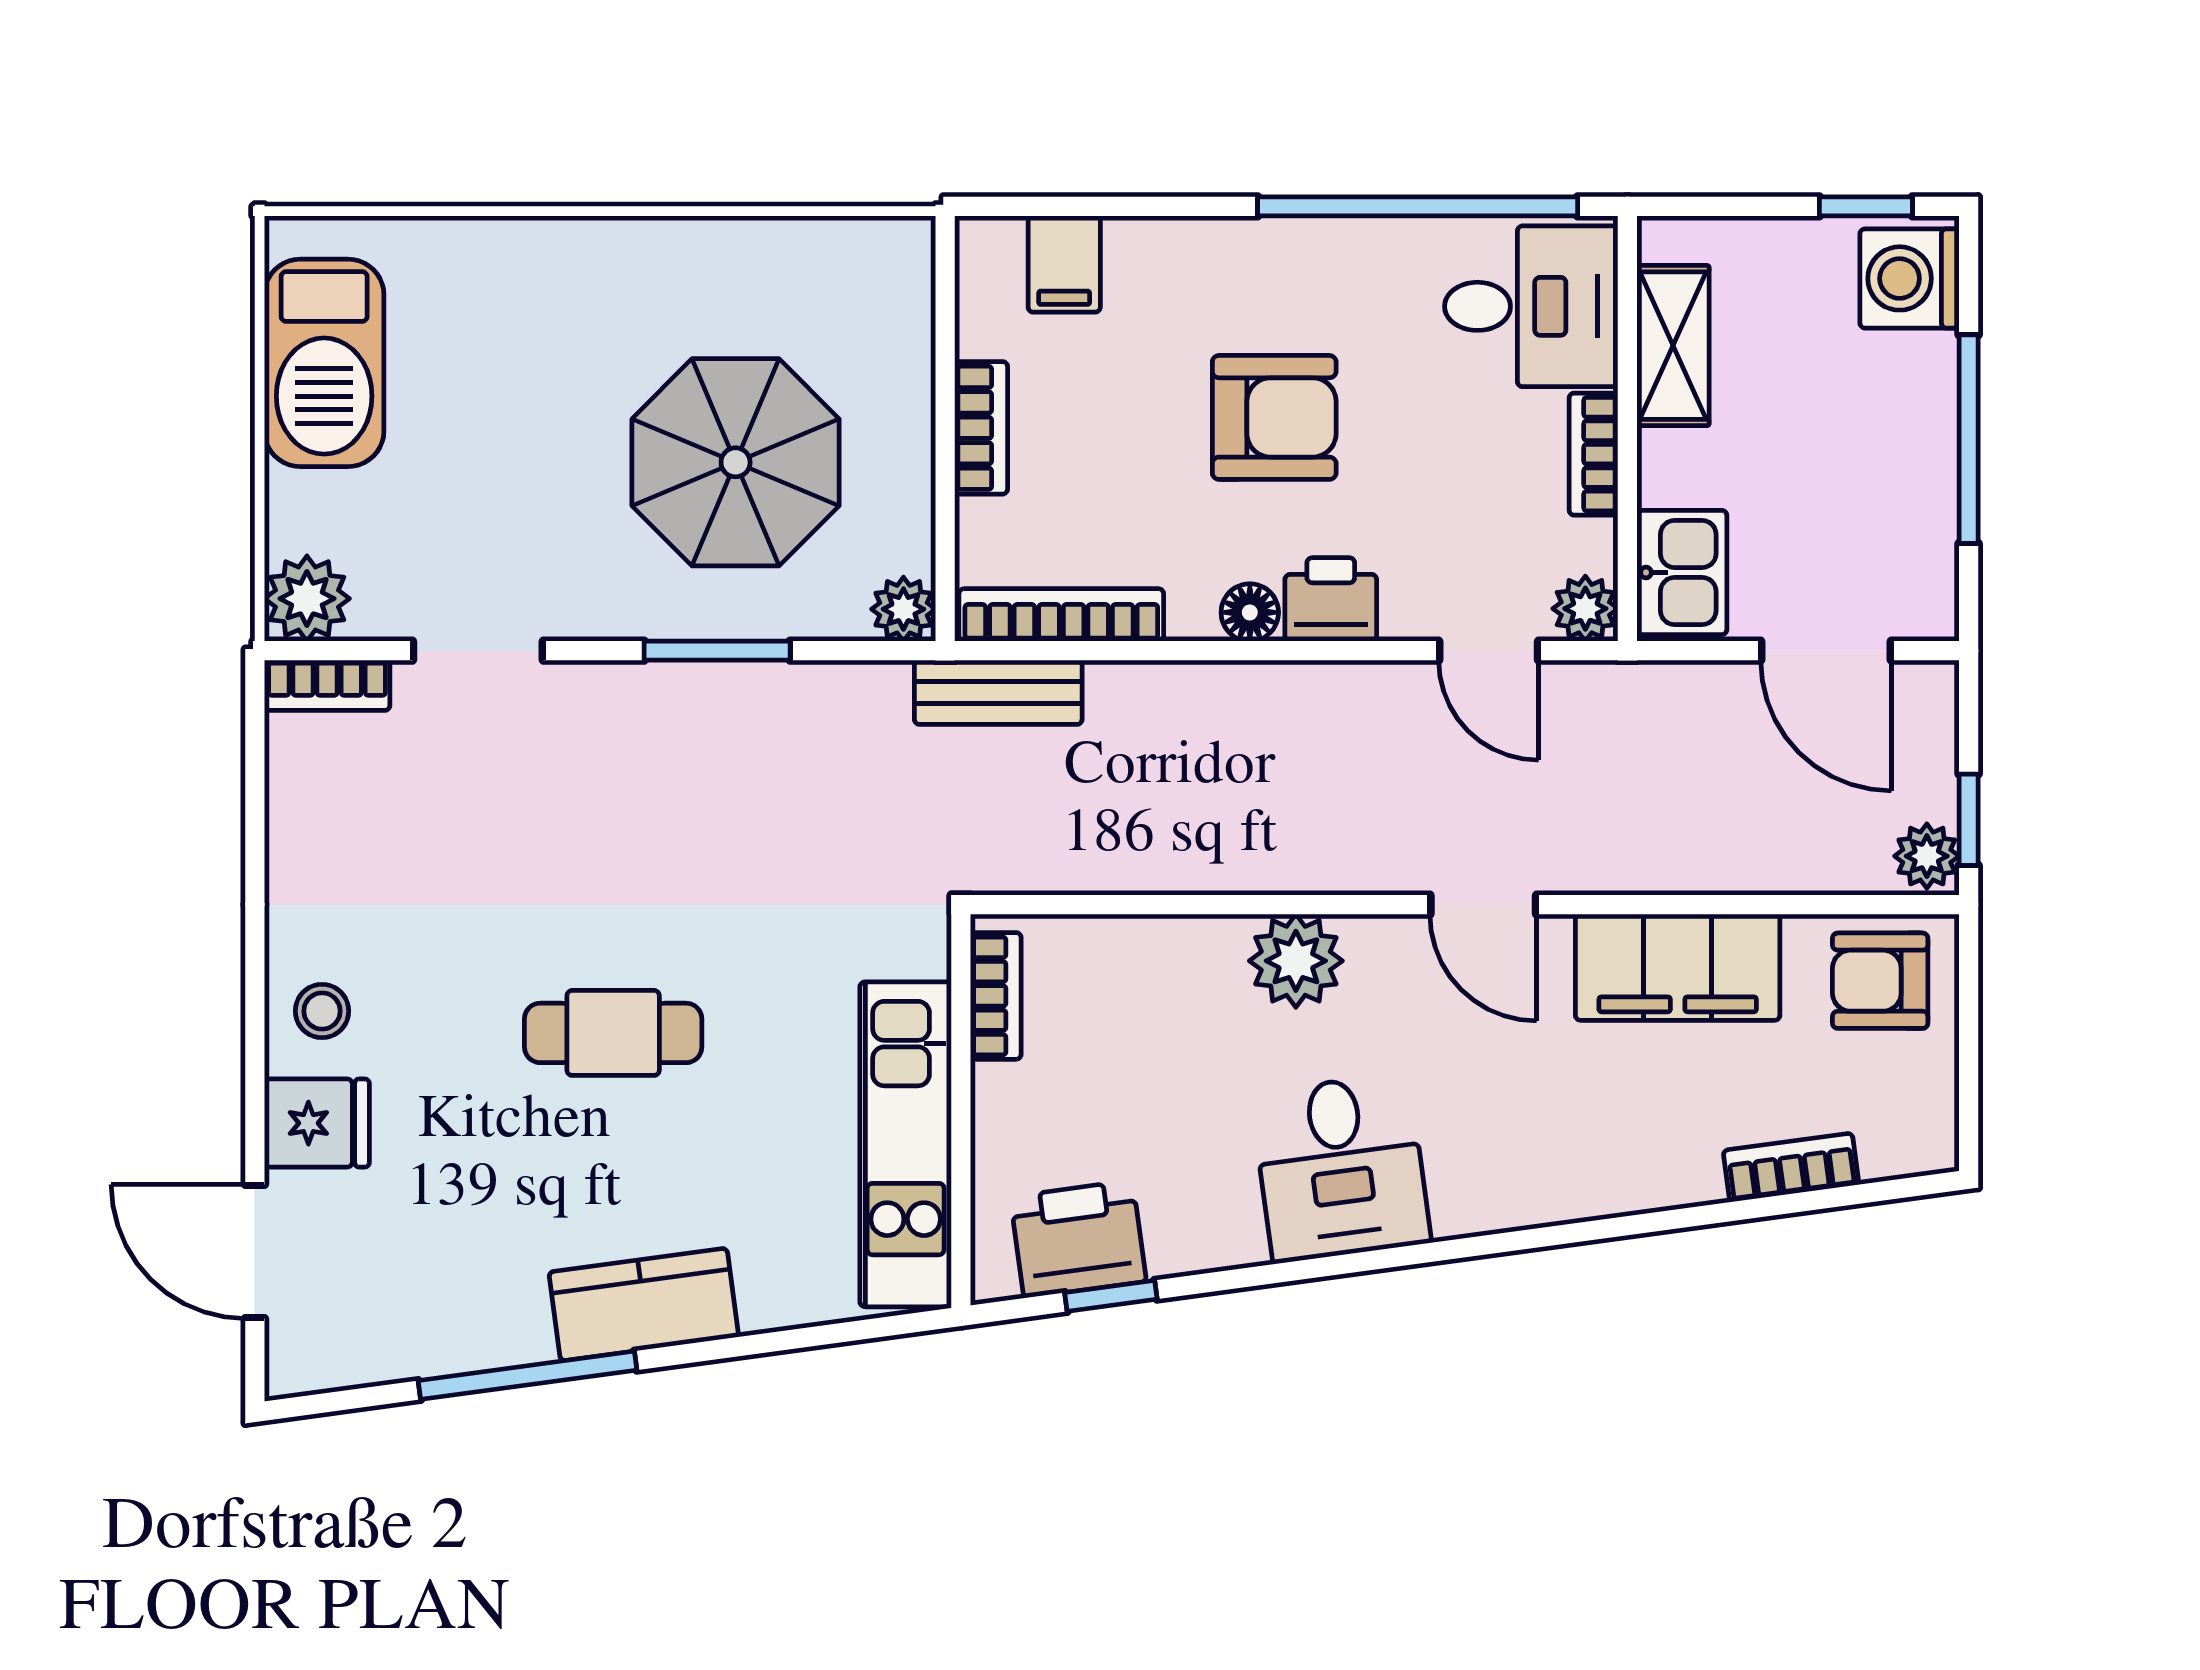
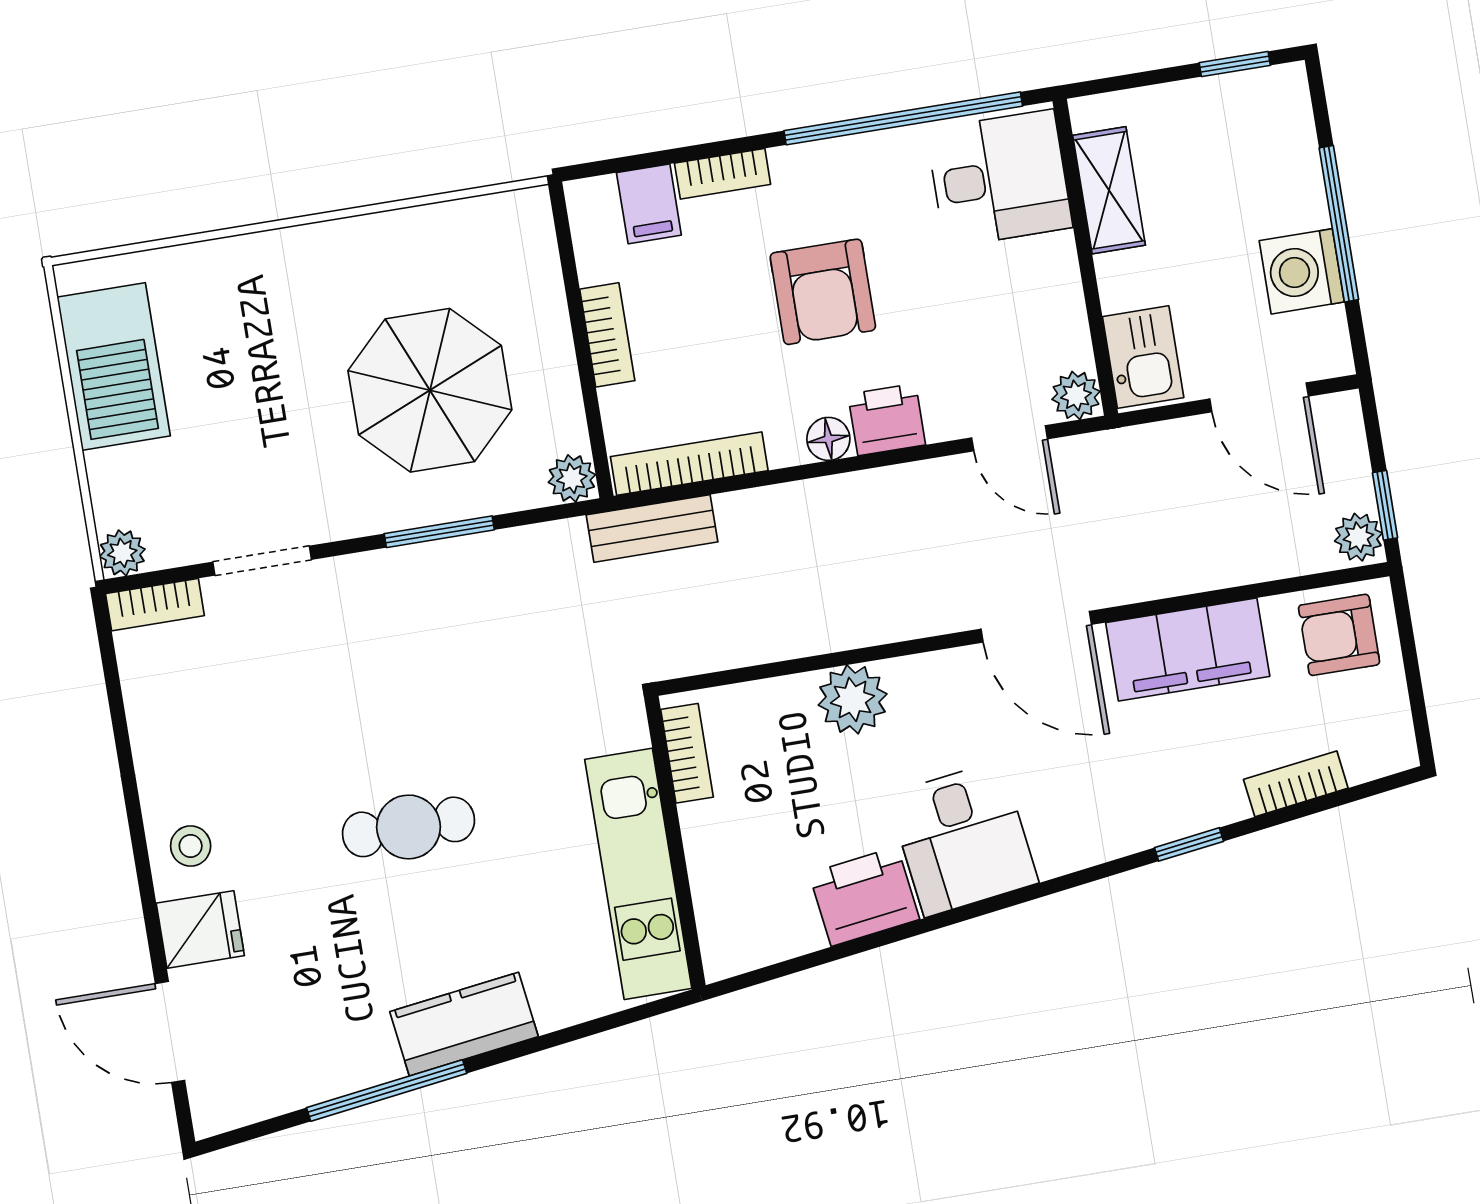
washing machine: (1910, 278) -> (1302, 271), moved
armchair: (1274, 417) -> (823, 292), turned 90
bookcase: (1594, 454) -> (723, 174), moved, turned -90
plant: (307, 599) -> (122, 553), width x0.73, depth x0.73
door: (1483, 905) -> (1036, 627), width x1.38
plant: (1296, 961) -> (853, 699), moved
printer: (1078, 1239) -> (864, 896), moved
window: (1111, 1296) -> (1189, 844), moved

